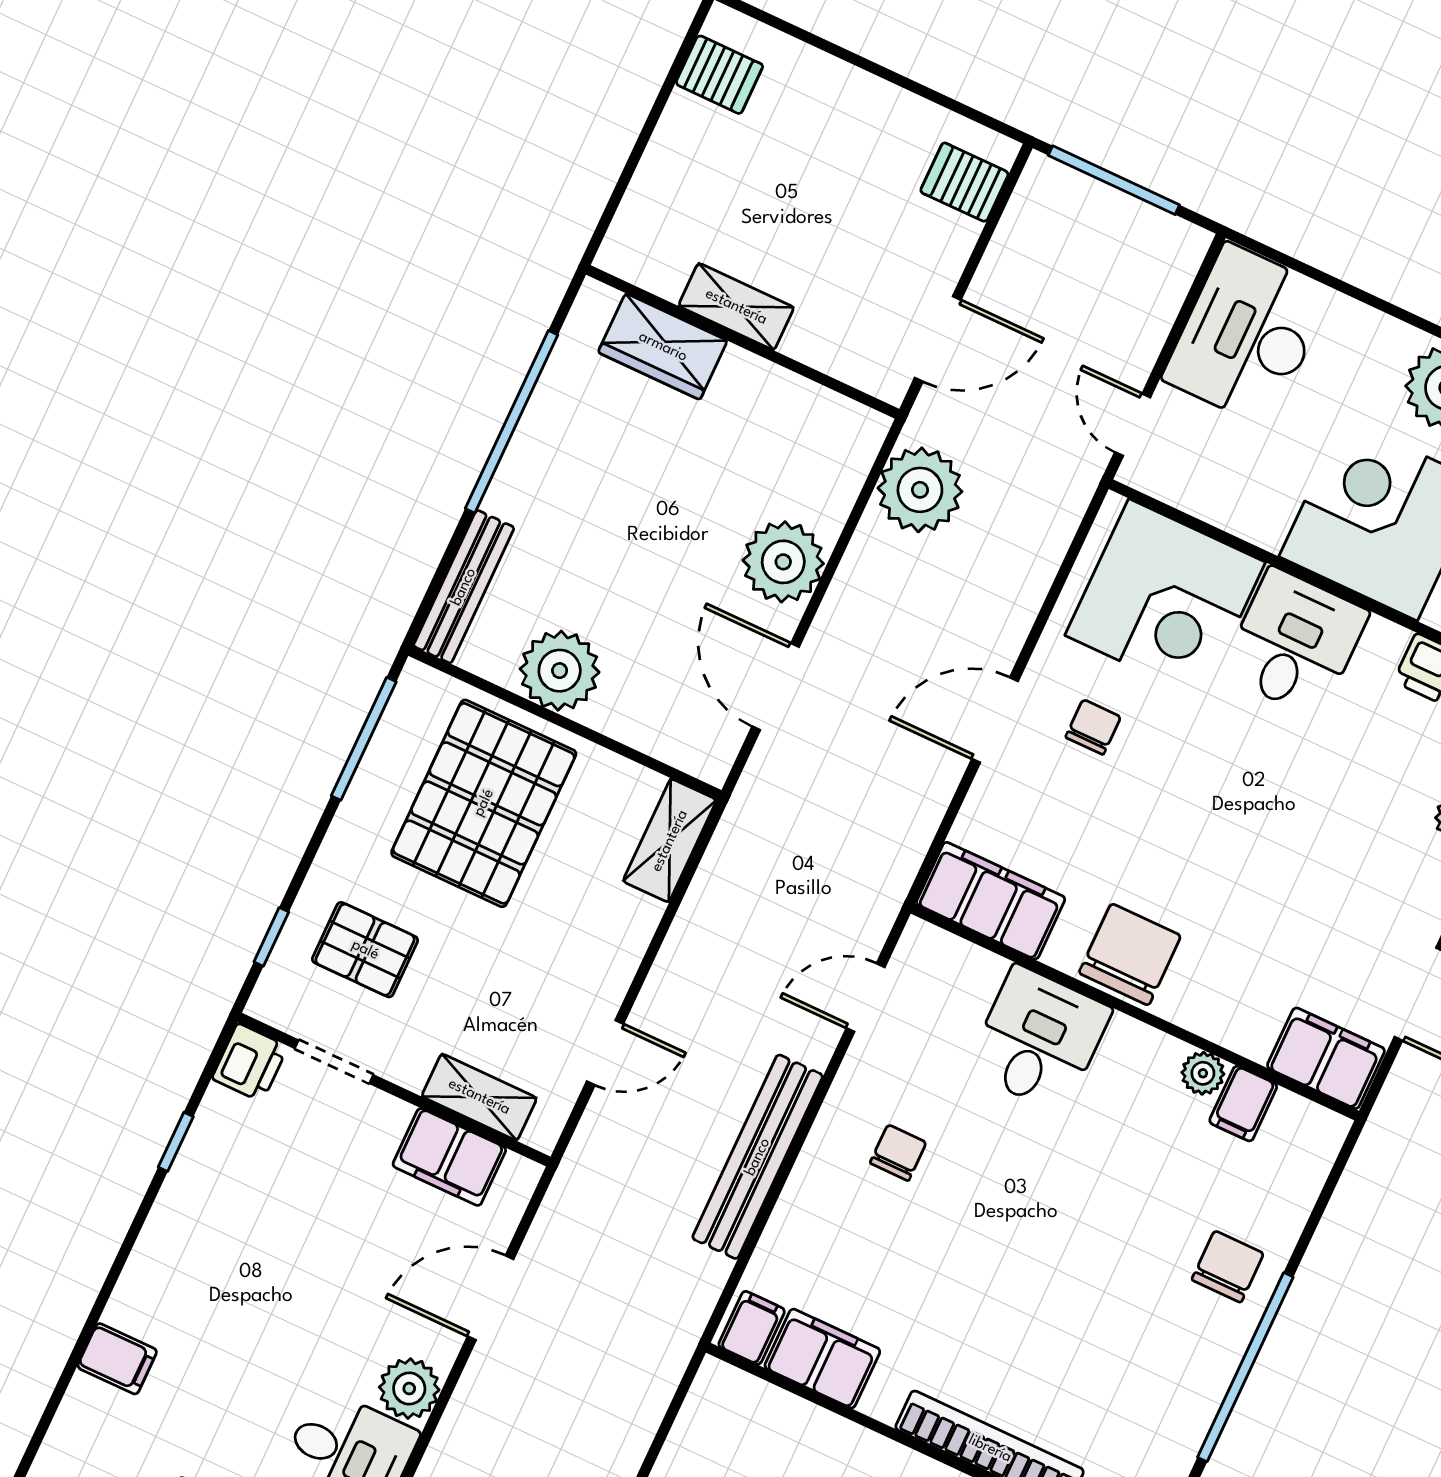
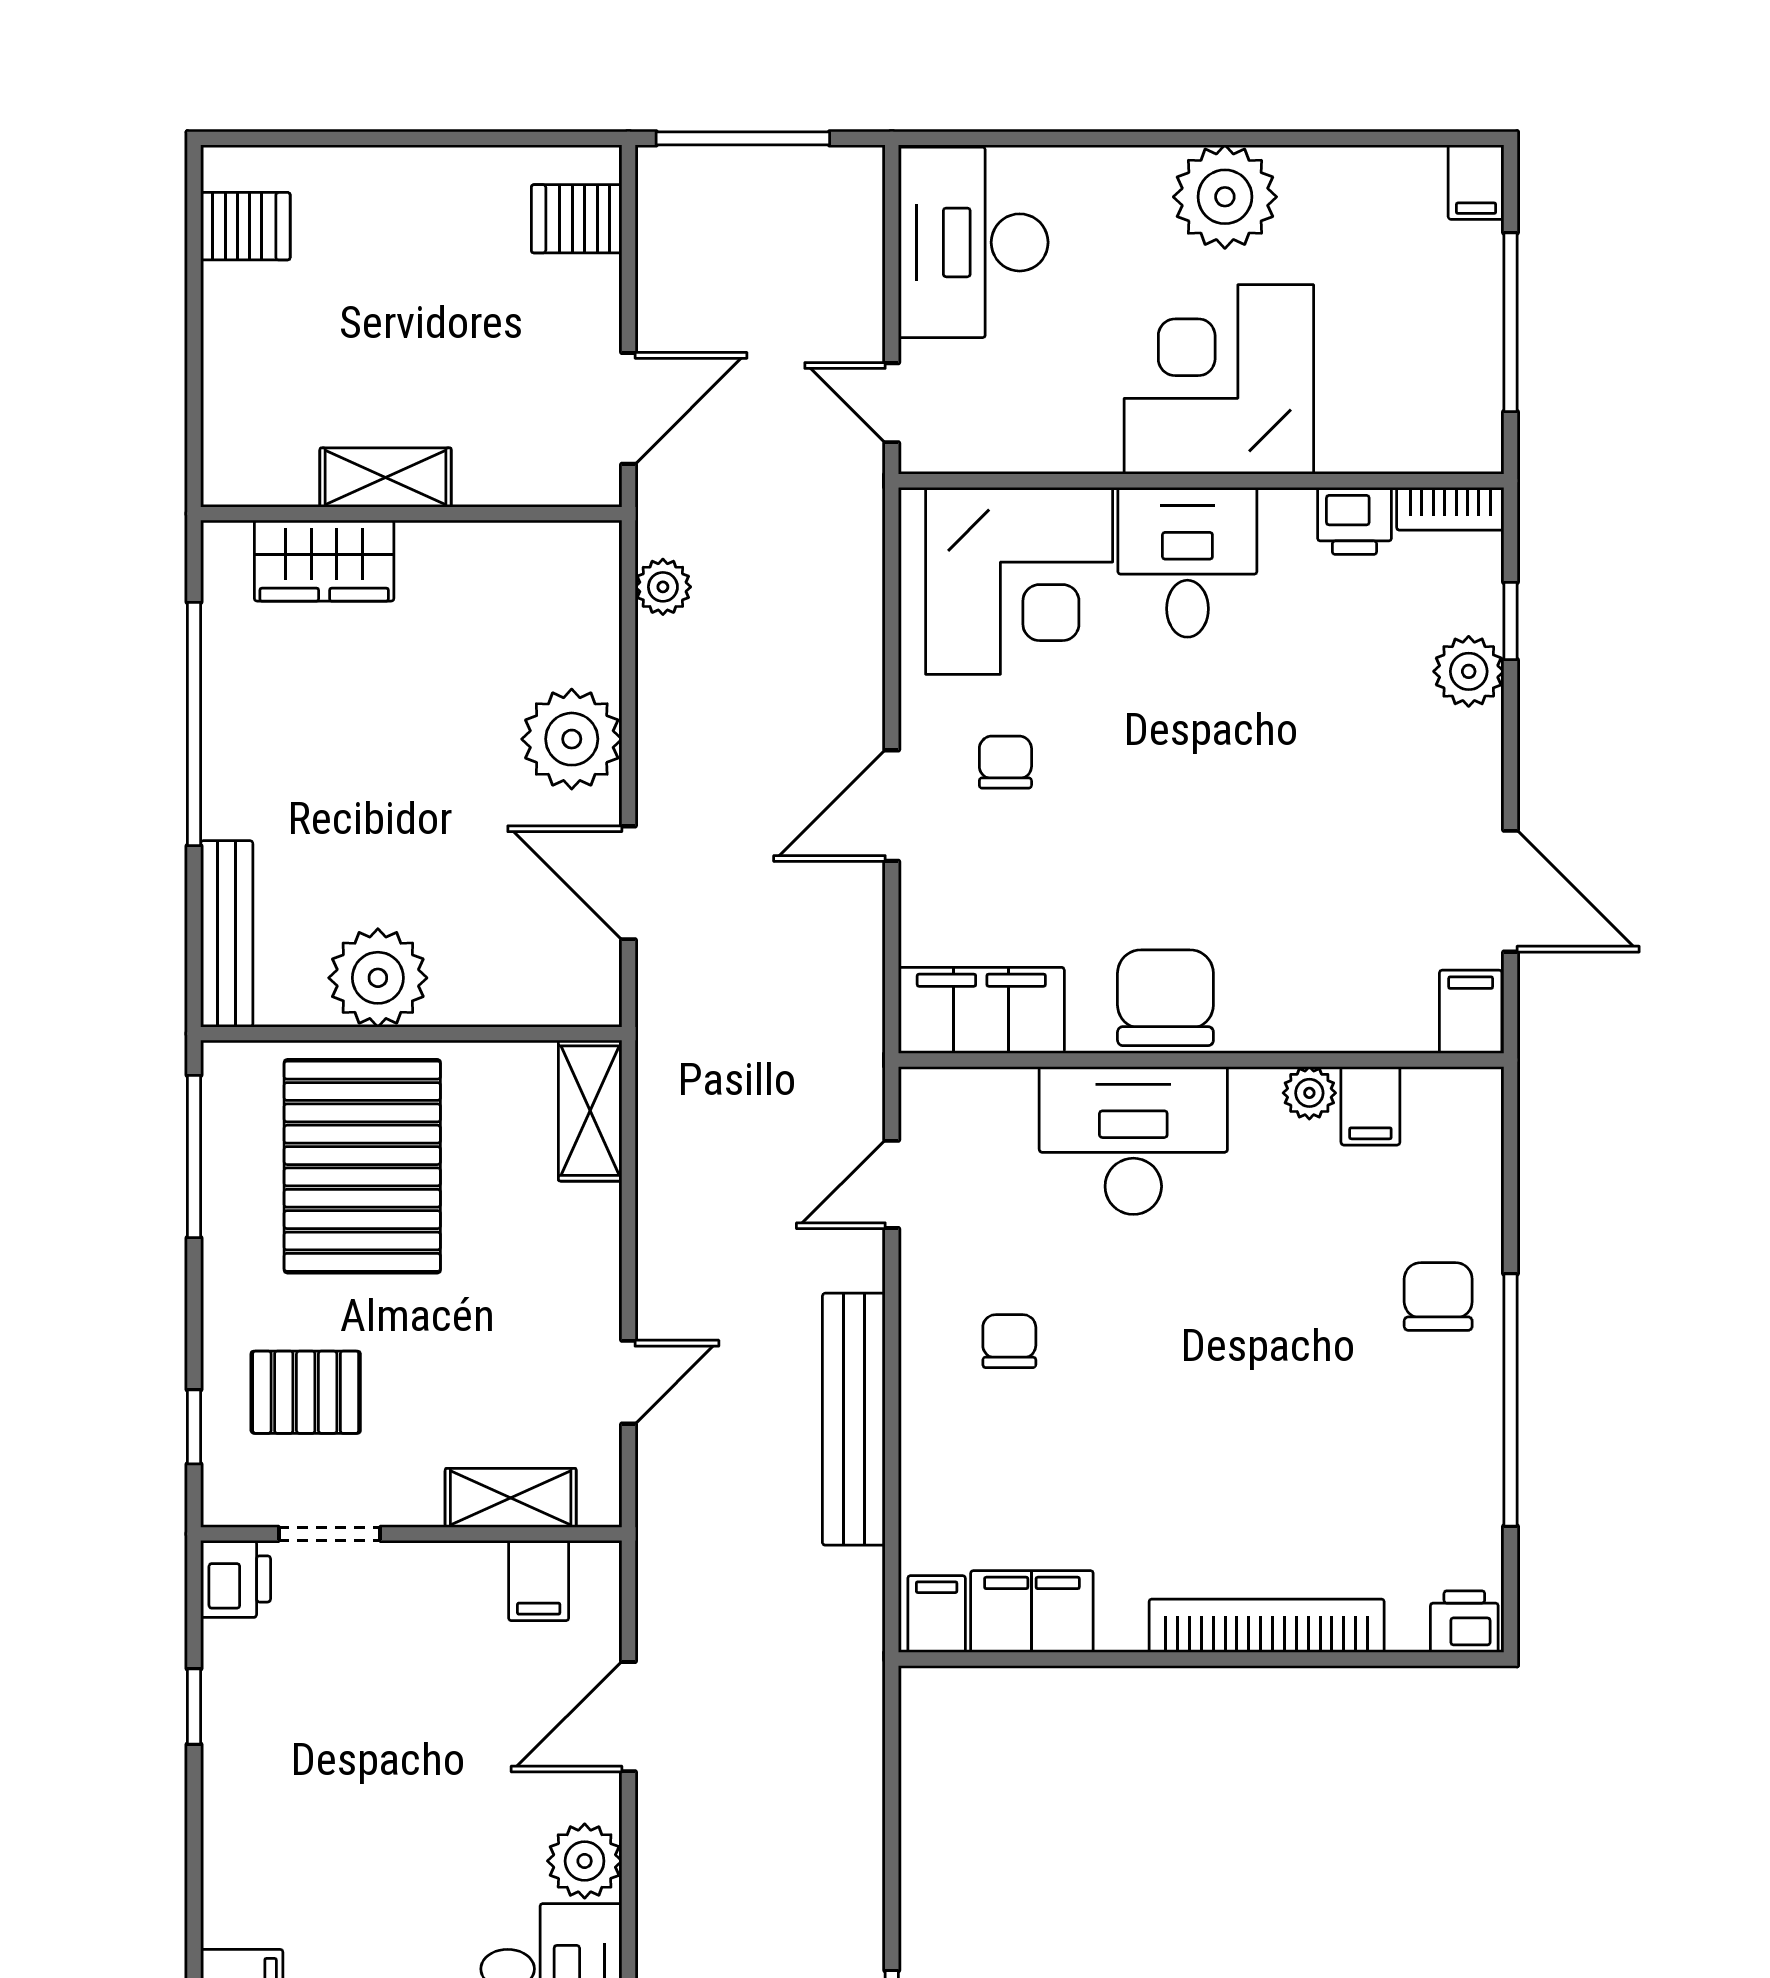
plant: (920, 490) -> (663, 587), width x0.53, depth x0.53
desk: (1039, 1039) -> (1133, 1140), width x1.37
filing cabinet: (1326, 1058) -> (1471, 1012), width x0.50
filing cabinet: (449, 1157) -> (539, 1581), width x0.50

